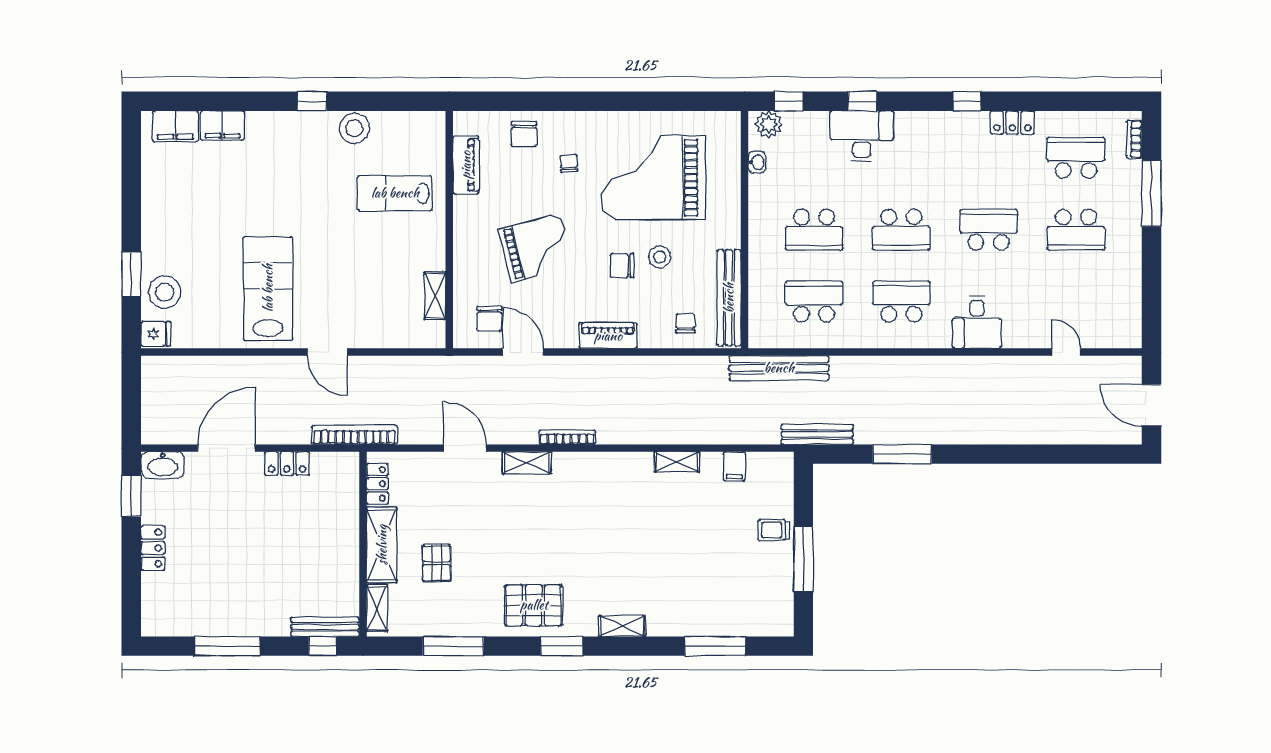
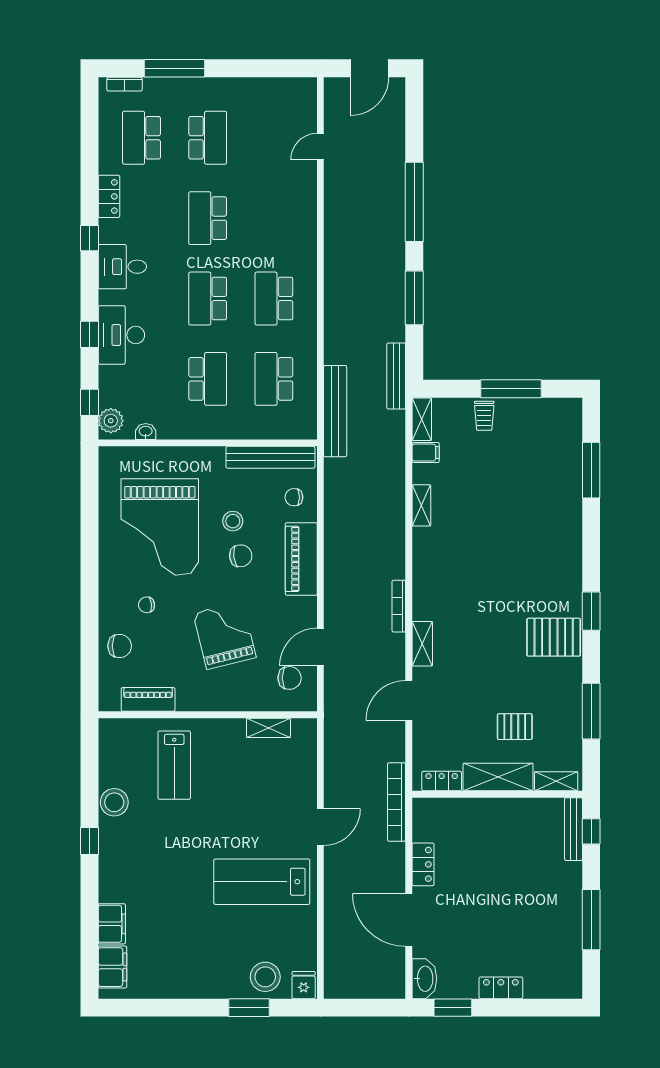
school desk: (901, 230) -> (208, 299), turned 180
chair: (622, 266) -> (241, 556), turned -97
desk: (977, 322) -> (122, 267), moved, turned 180
piano: (608, 336) -> (301, 559), width x1.37, depth x1.33
window: (1006, 454) -> (414, 202), added
pallet: (534, 605) -> (554, 637), turned 90
shelving: (622, 626) -> (422, 419), moved

